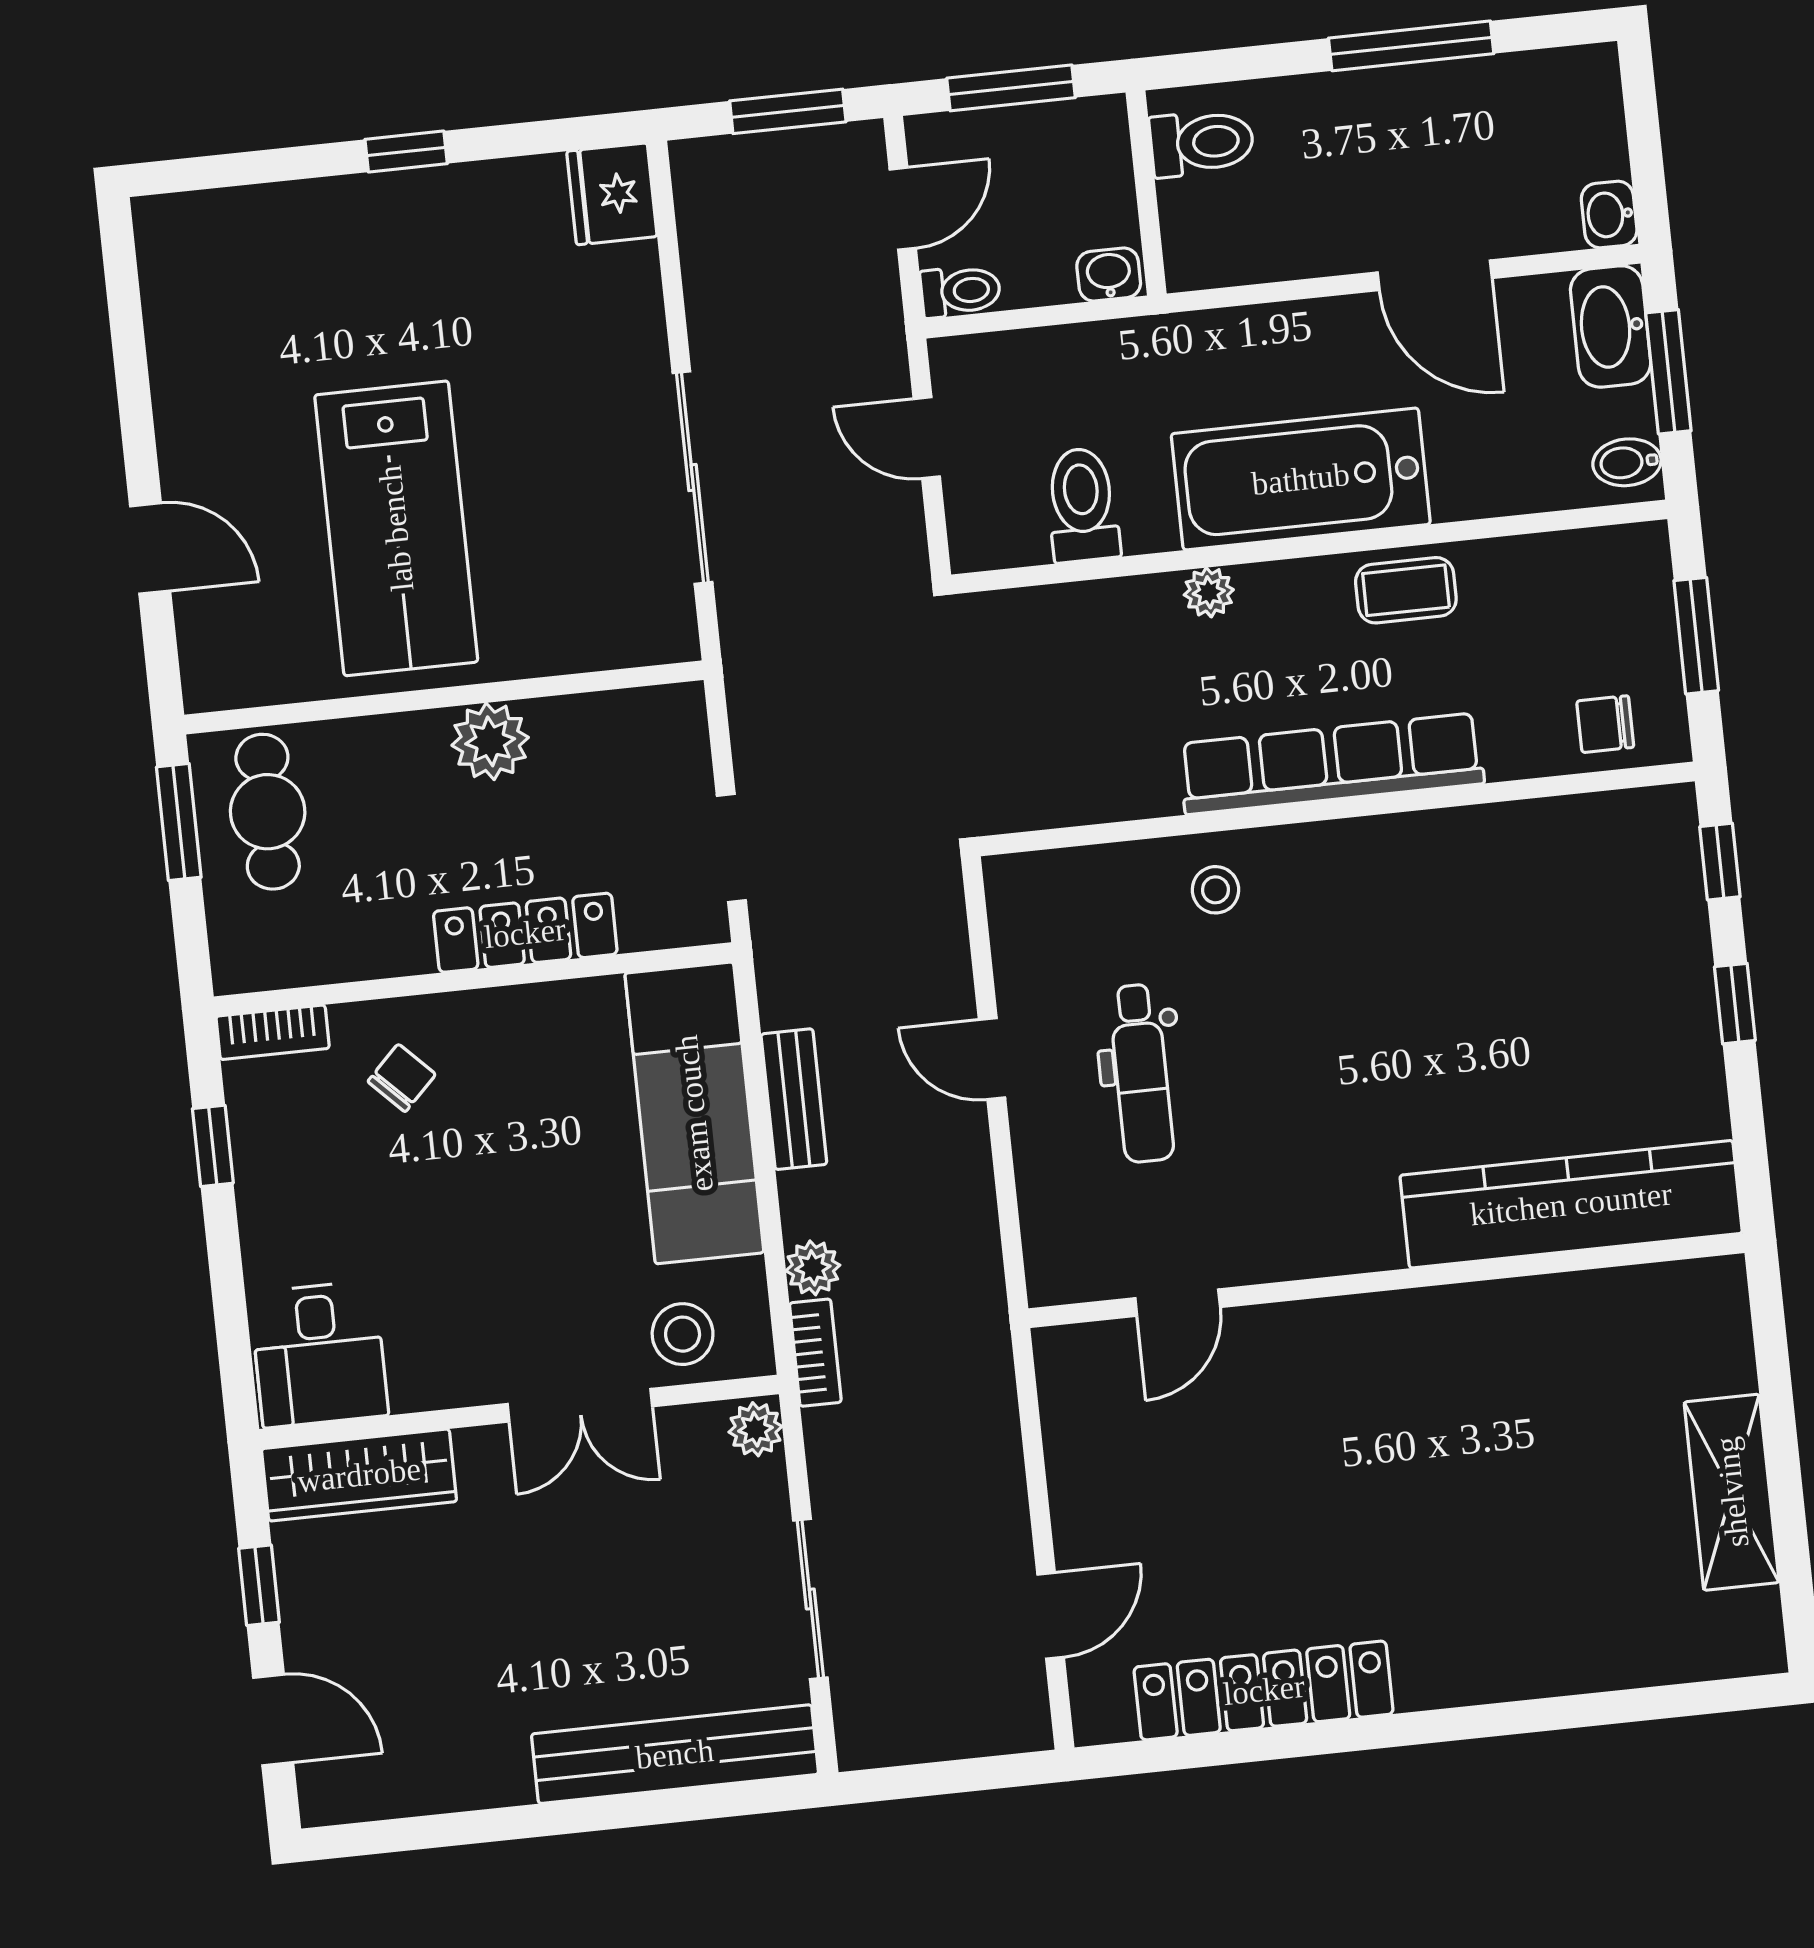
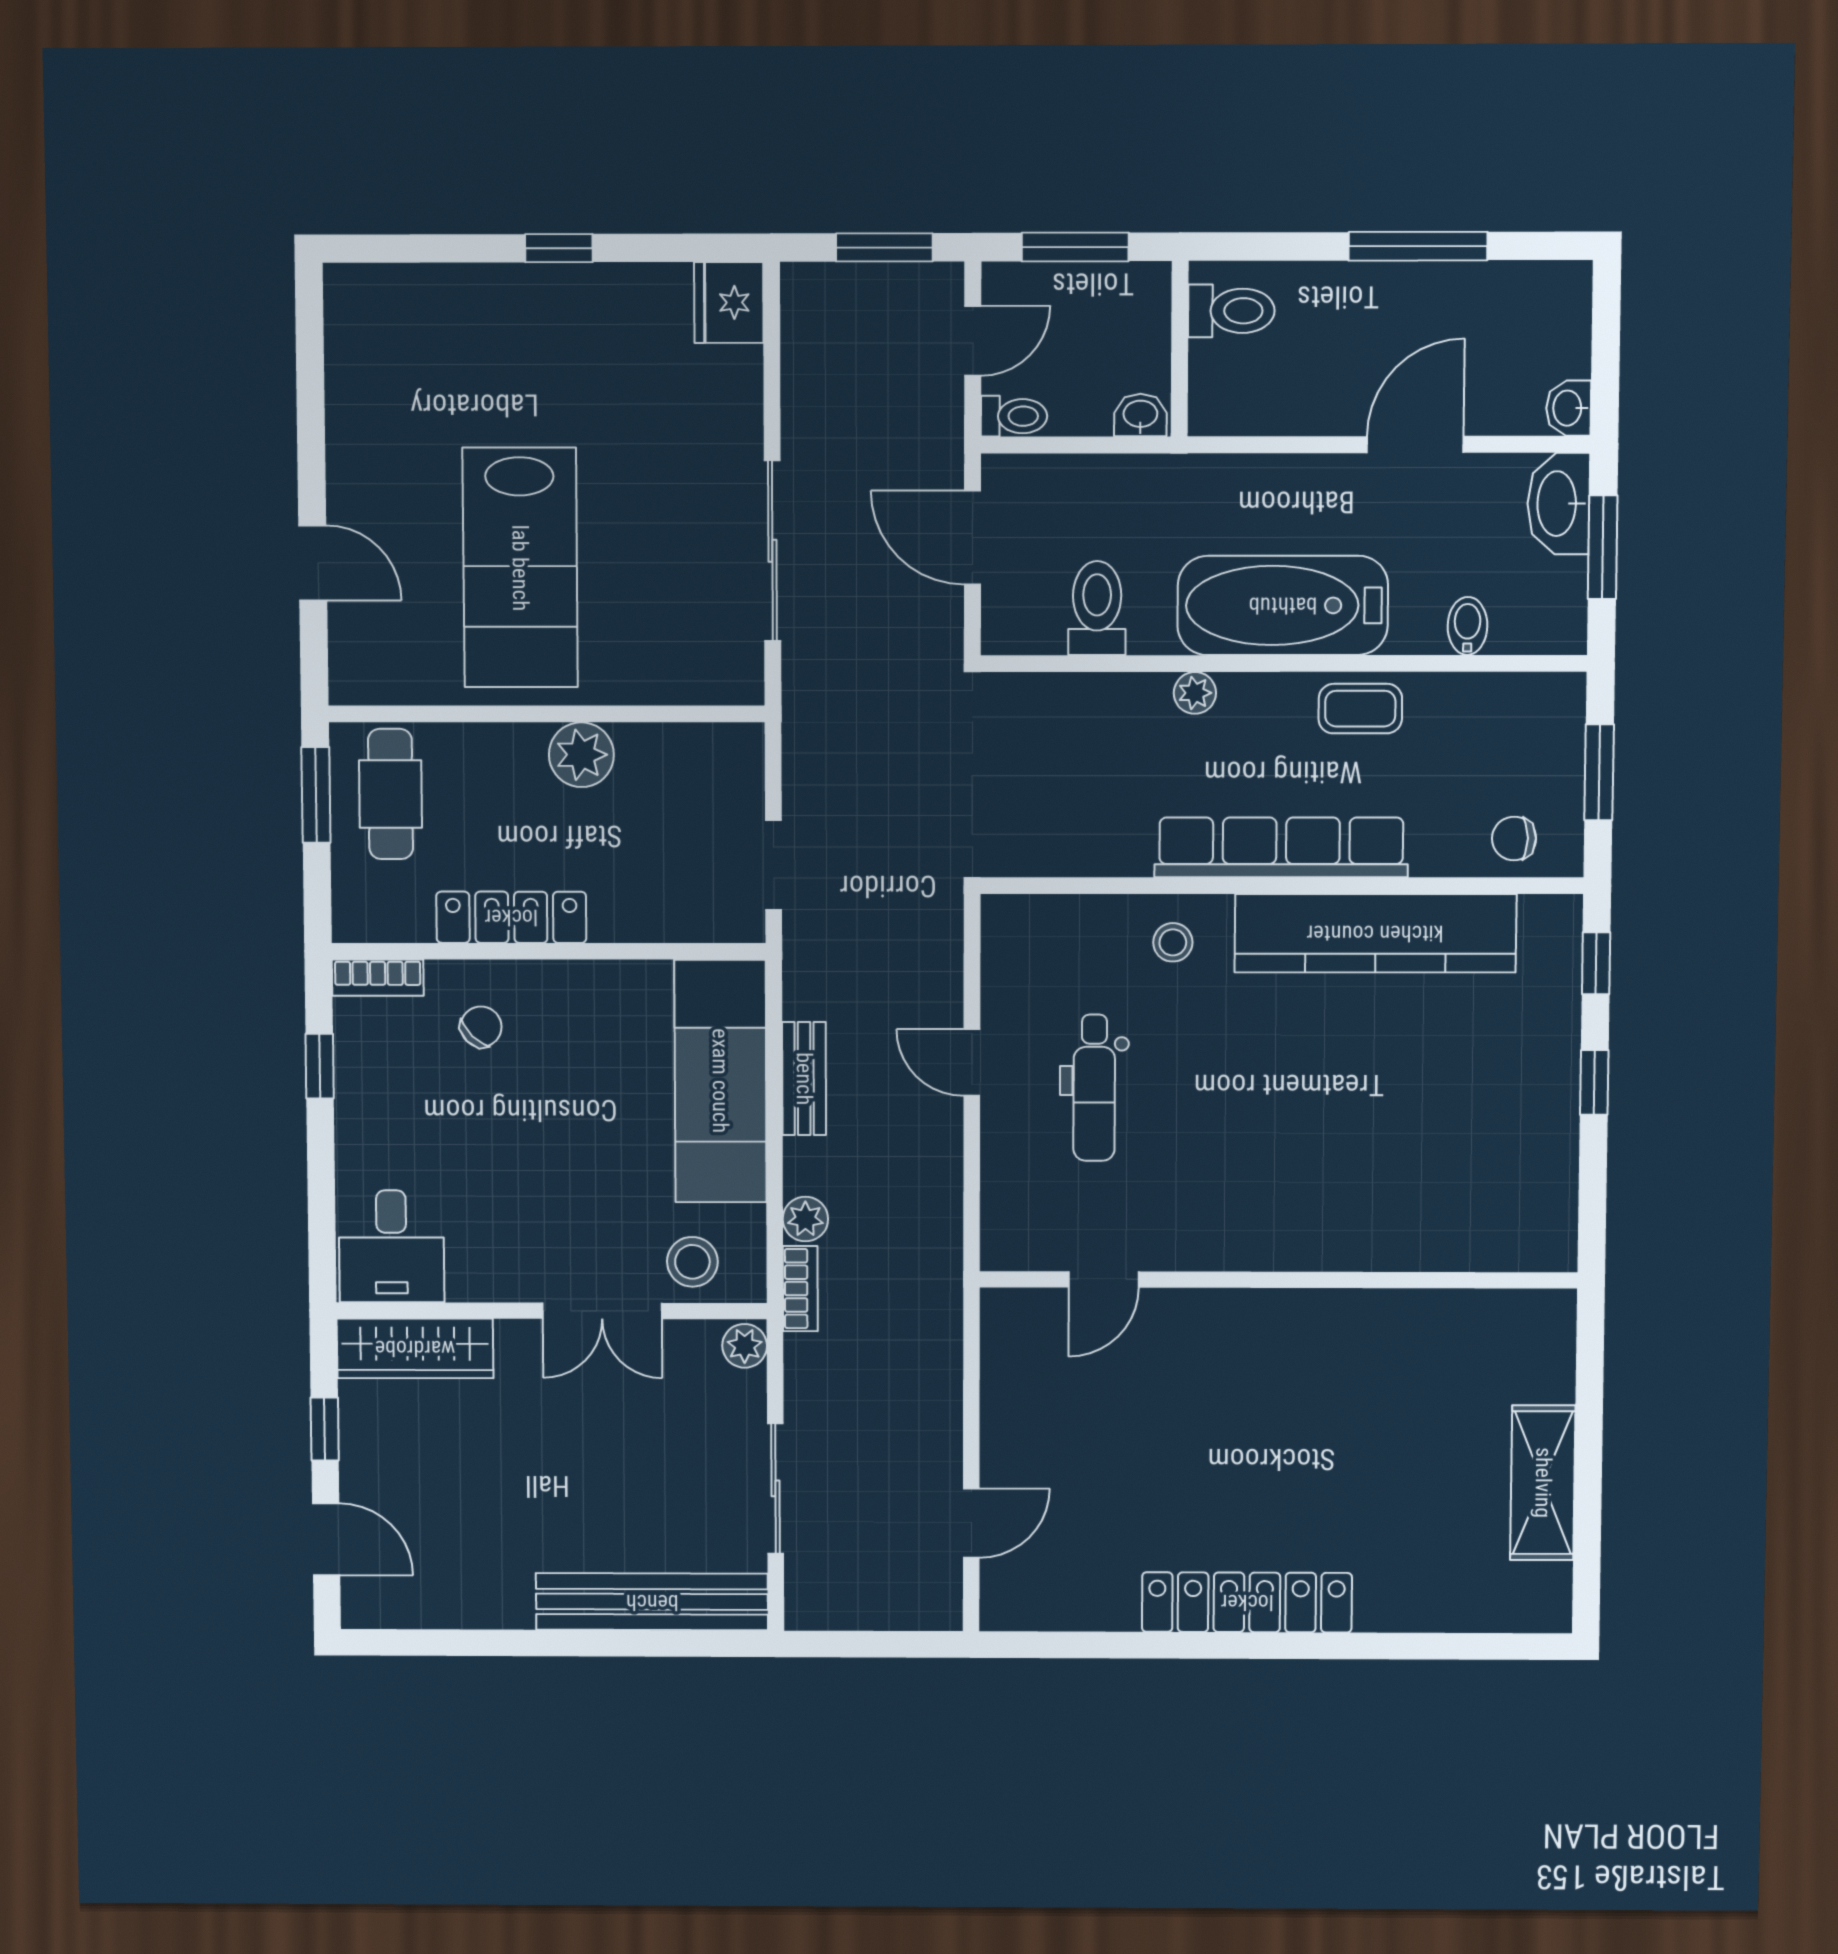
door: (1435, 275) -> (1415, 445), swing flipped
door: (927, 438) -> (972, 538), width x1.38
bidet: (1627, 462) -> (1467, 626), moved, turned 90
locker: (525, 933) -> (511, 917), moved
kitchen counter: (1571, 1204) -> (1375, 933), moved, turned 180
locker: (1264, 1690) -> (1247, 1602), moved

